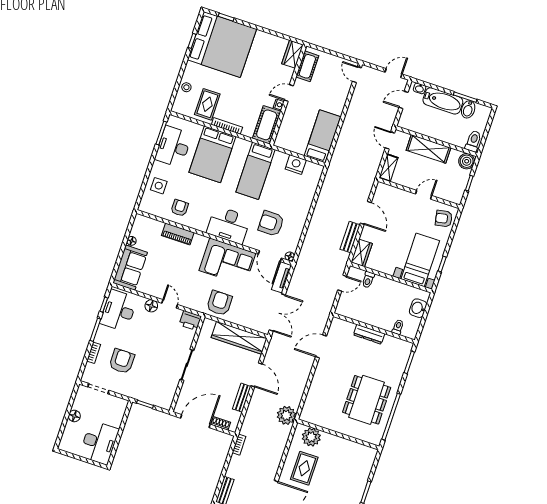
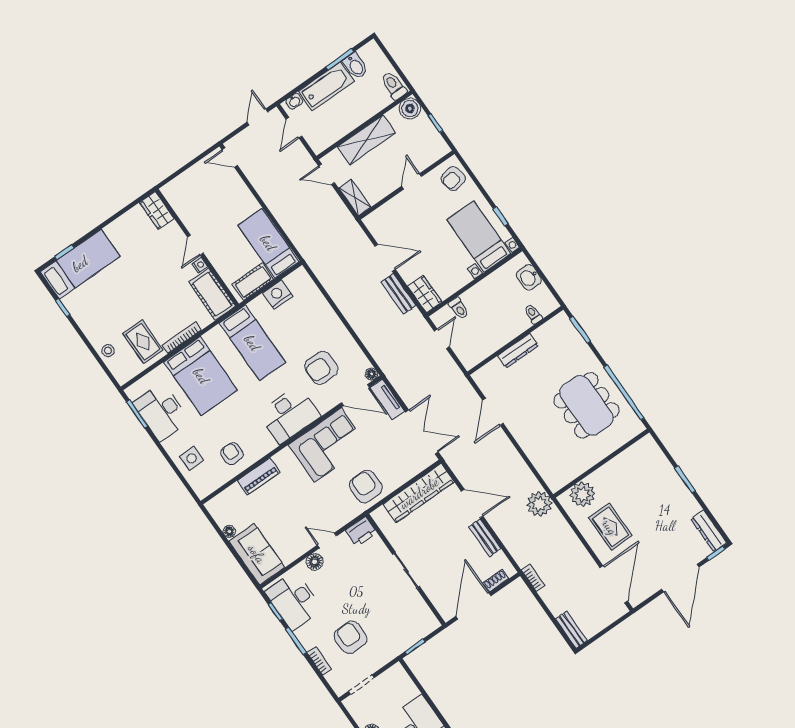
bed: (222, 44) -> (80, 264), width x0.49
cot: (307, 66) -> (253, 282), moved, turned 90

